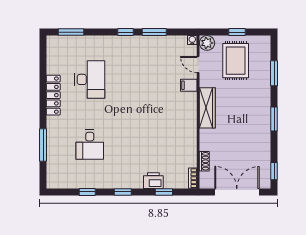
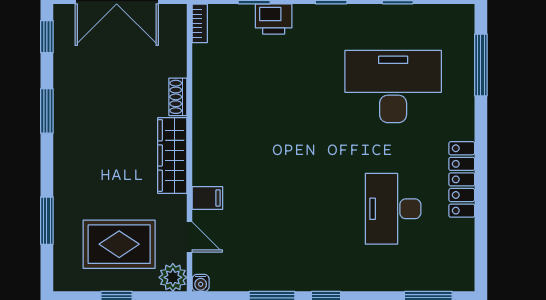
rug: (236, 61) -> (119, 244), turned 90
window: (274, 119) -> (47, 111), moved
window: (43, 145) -> (481, 65), moved
desk: (90, 145) -> (393, 87), width x1.87, depth x1.30
shoe rack: (204, 161) -> (178, 97), moved

